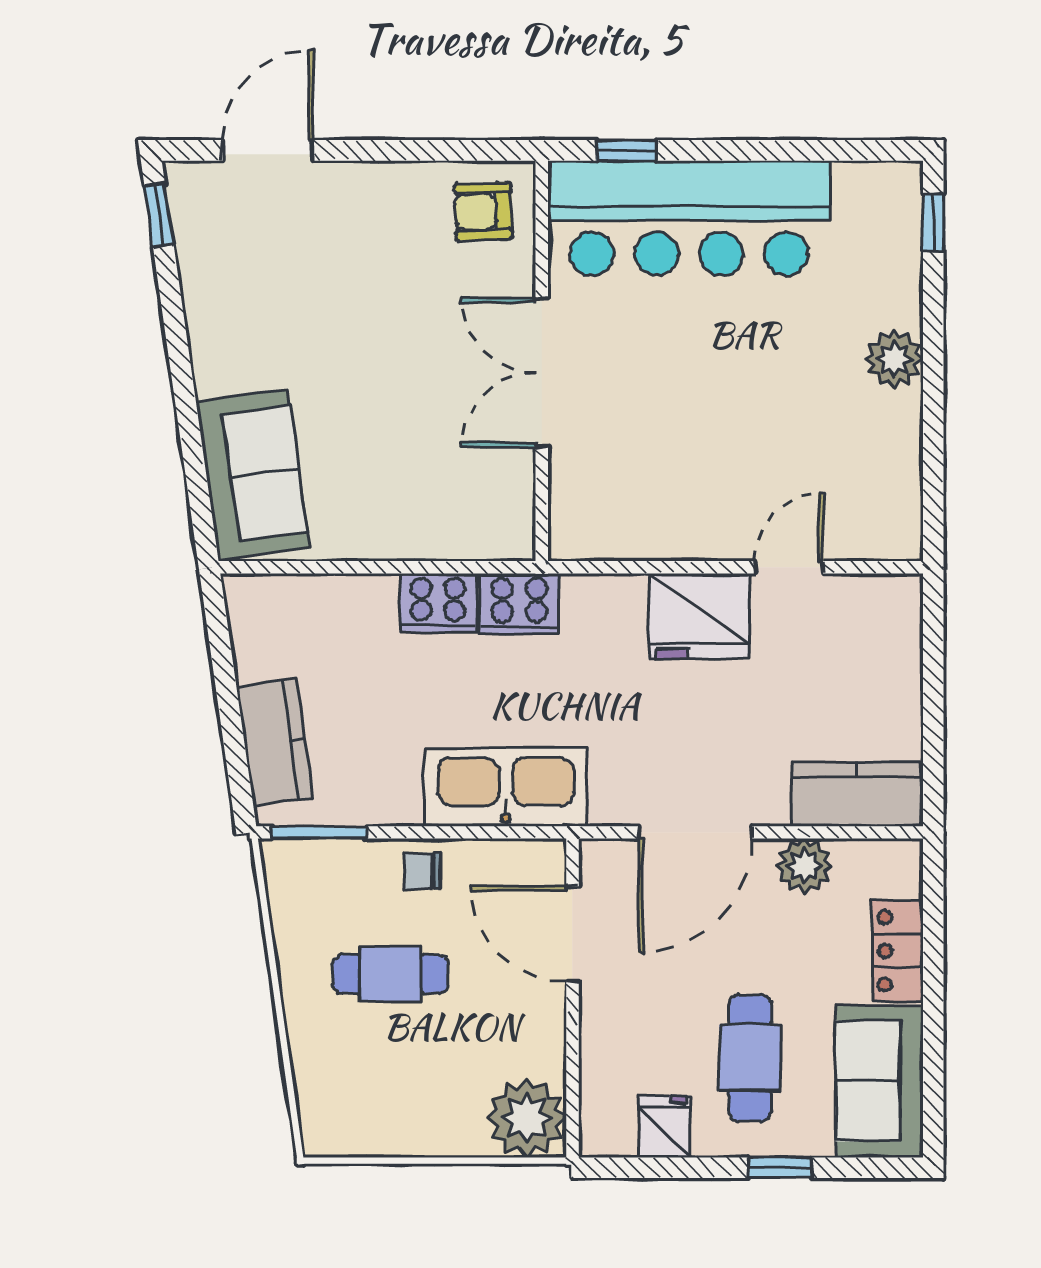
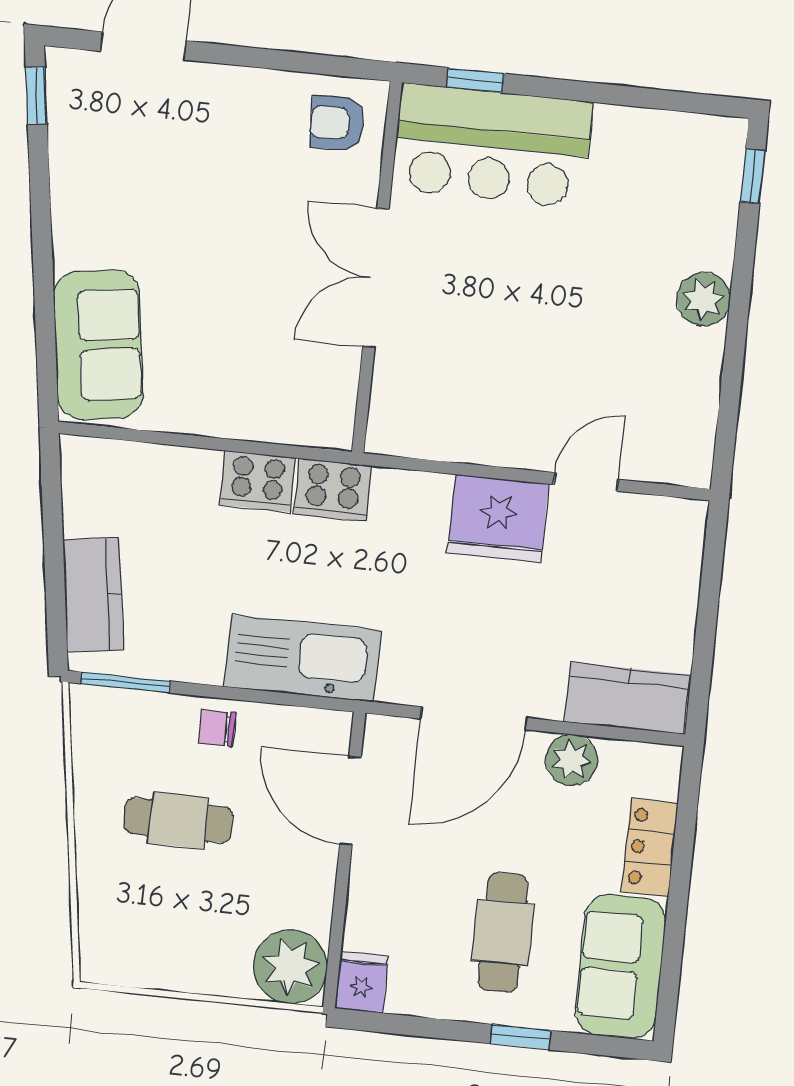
bar counter: (689, 218) -> (492, 145), width x0.73
fridge: (665, 1127) -> (362, 982), moved

